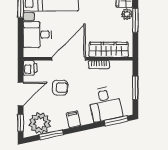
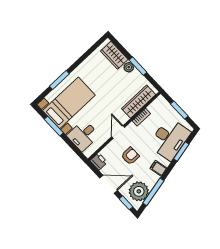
door: (69, 59) -> (118, 132), width x0.53
door: (21, 94) -> (108, 184), hinge flipped
desk: (105, 104) -> (170, 139), width x1.37
window: (116, 121) -> (181, 151), moved
window: (51, 135) -> (153, 192), width x1.44

